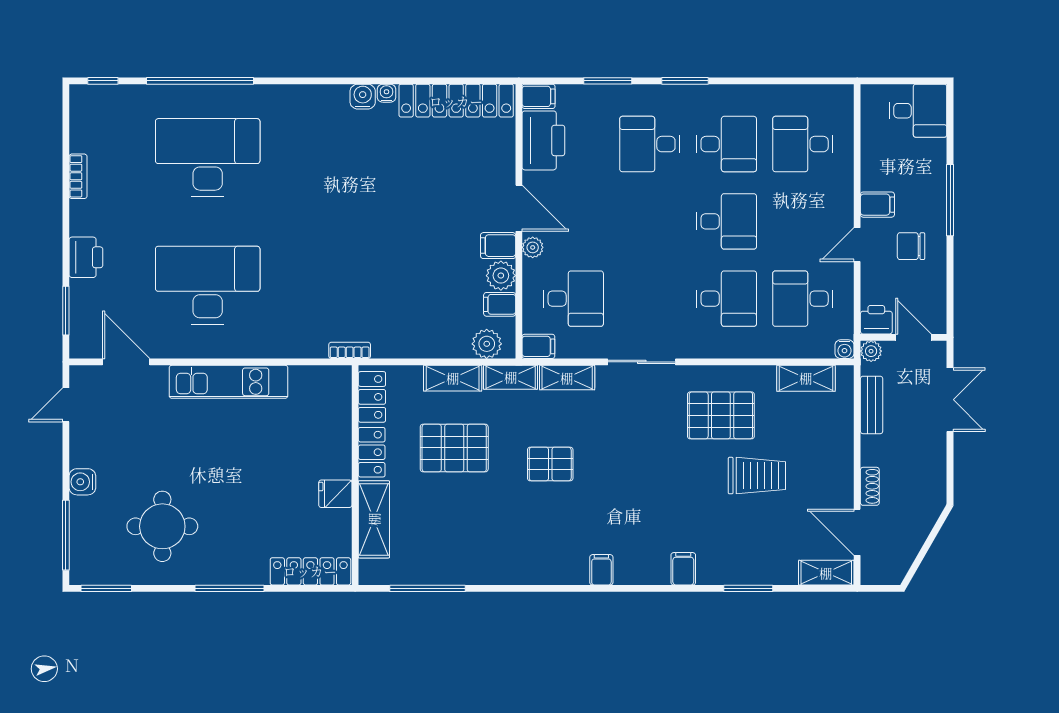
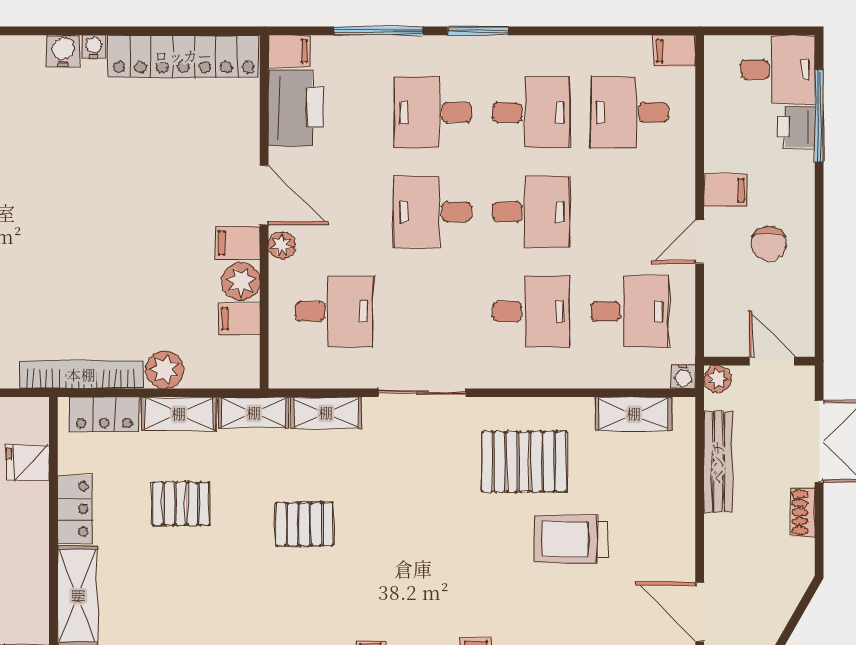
window: (608, 81) -> (379, 31), width x1.44
window: (950, 200) -> (819, 116), moved
desk: (650, 221) -> (433, 212), added
chair: (911, 246) -> (769, 244), turned -90
desk: (803, 299) -> (630, 311), turned 180
printer: (876, 320) -> (796, 127), moved, turned -90
plant: (487, 344) -> (165, 370), moved
filing cabinet: (538, 346) -> (674, 51), moved, turned 180
bookcase: (350, 350) -> (81, 375), width x2.31, depth x1.31
locker: (372, 397) -> (104, 414), moved, turned 90
bench: (872, 405) -> (718, 462), width x1.36
pallet: (454, 448) -> (181, 504), width x0.67, depth x0.71
trolley: (757, 476) -> (571, 539), turned 180
shoe rack: (870, 486) -> (803, 512), moved, turned 180
fridge: (335, 494) -> (28, 463), moved

